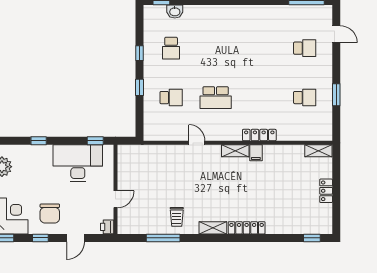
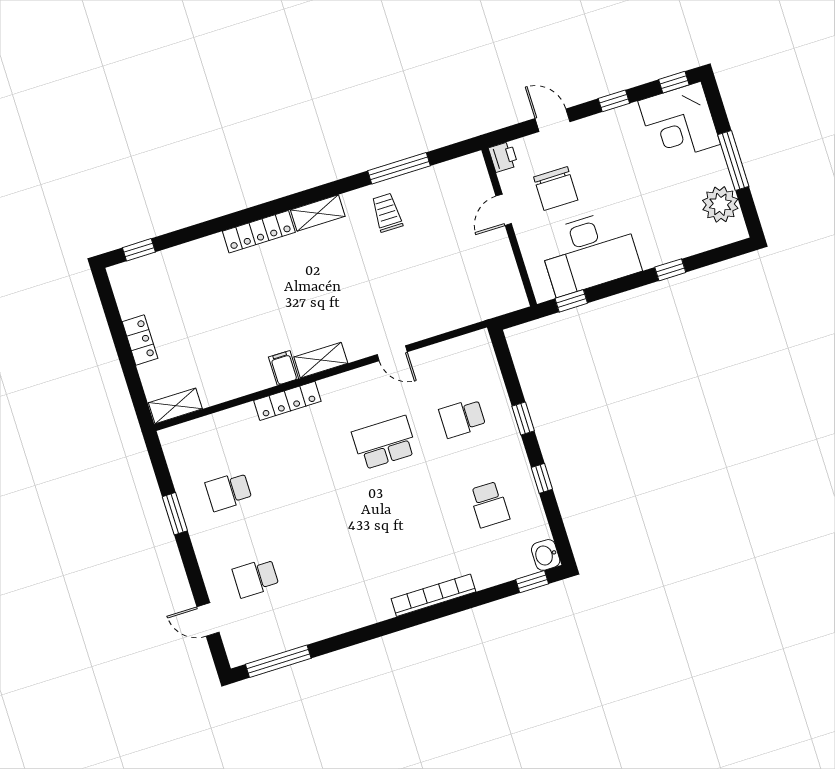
bookcase: (215, 10) -> (434, 595), added
washbasin: (175, 11) -> (546, 555), moved, turned -90
school desk: (171, 48) -> (489, 505), turned 180
chair: (50, 213) -> (556, 188), moved, turned 180
door: (75, 238) -> (552, 120), hinge flipped

